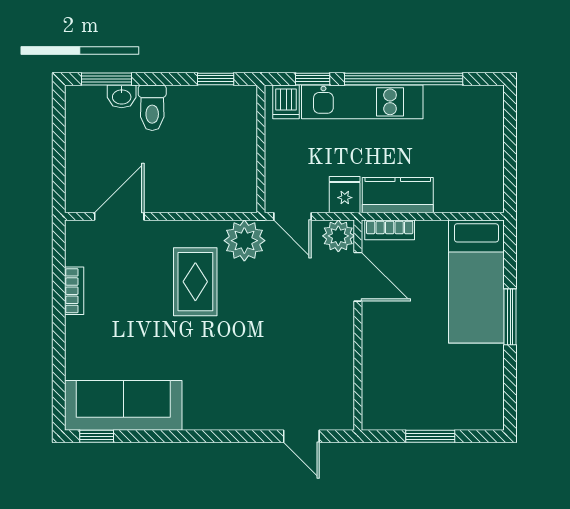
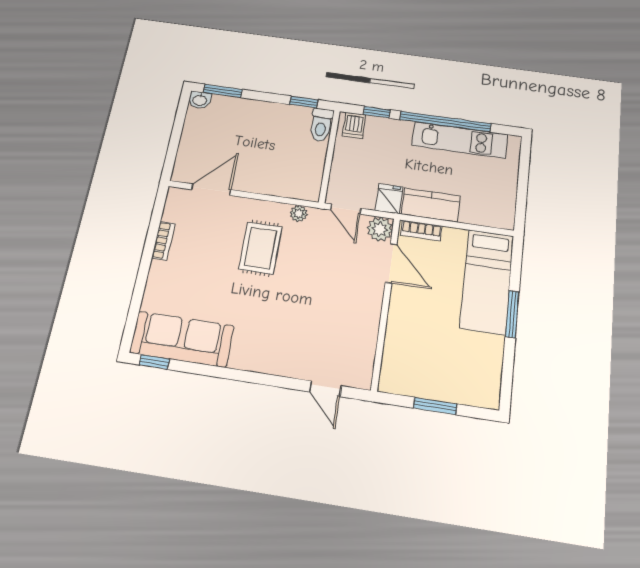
washbasin: (122, 96) -> (200, 100), moved
kitchen unit: (362, 102) -> (460, 140), moved
toilet: (152, 108) -> (321, 125), moved
plant: (244, 241) -> (299, 214), width x0.53, depth x0.53

